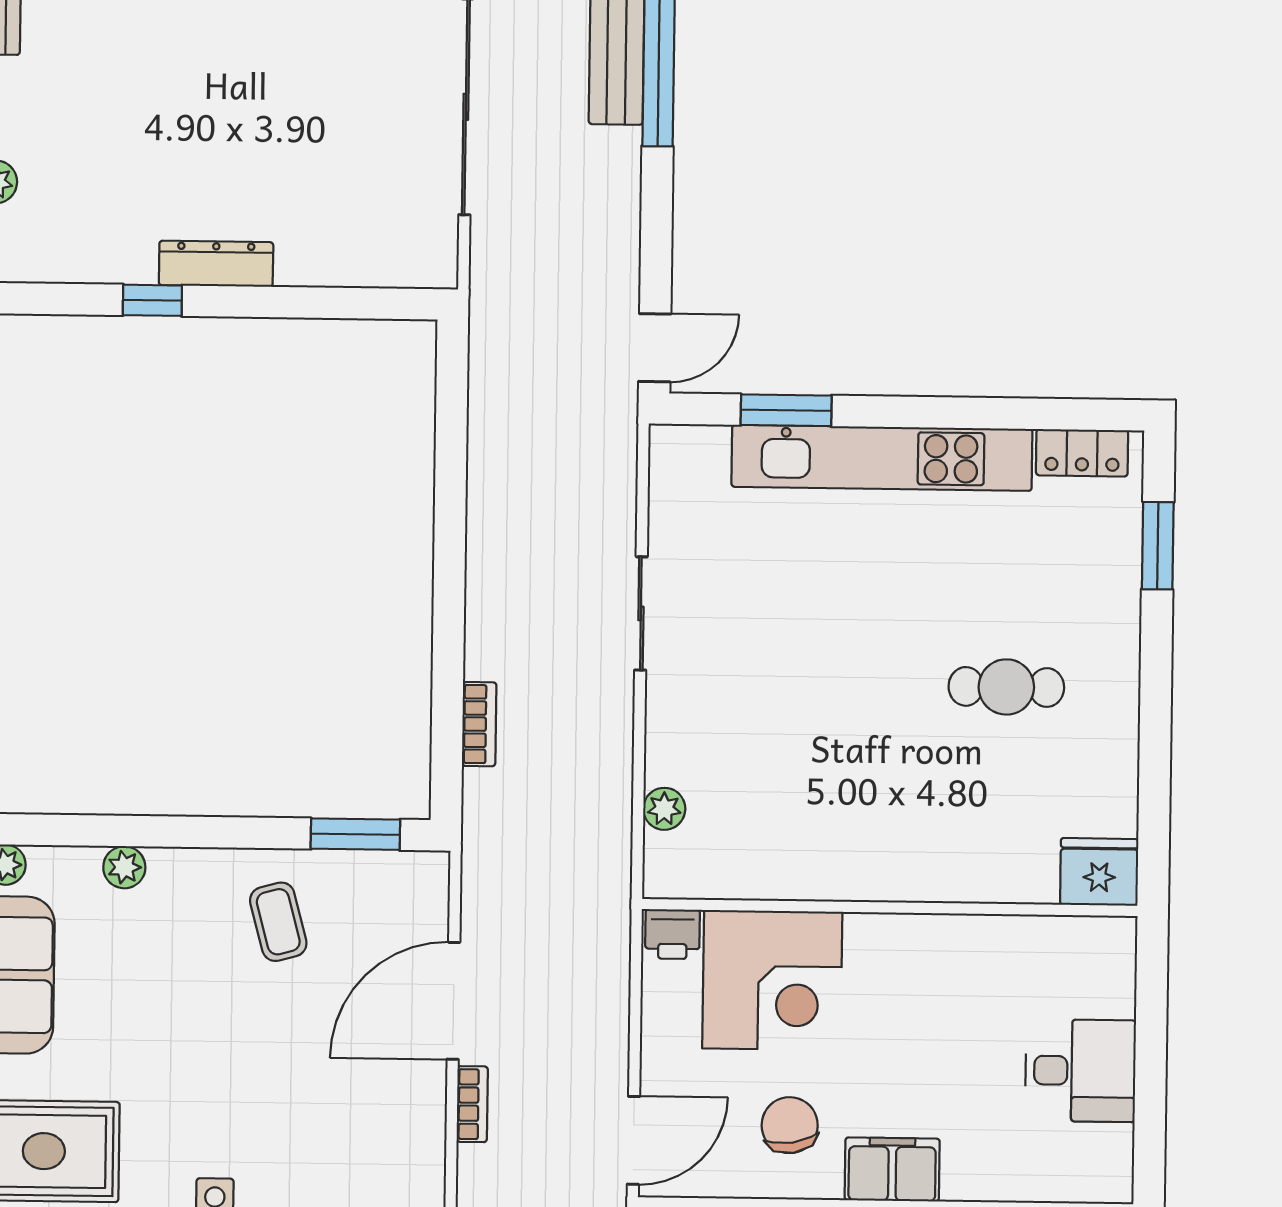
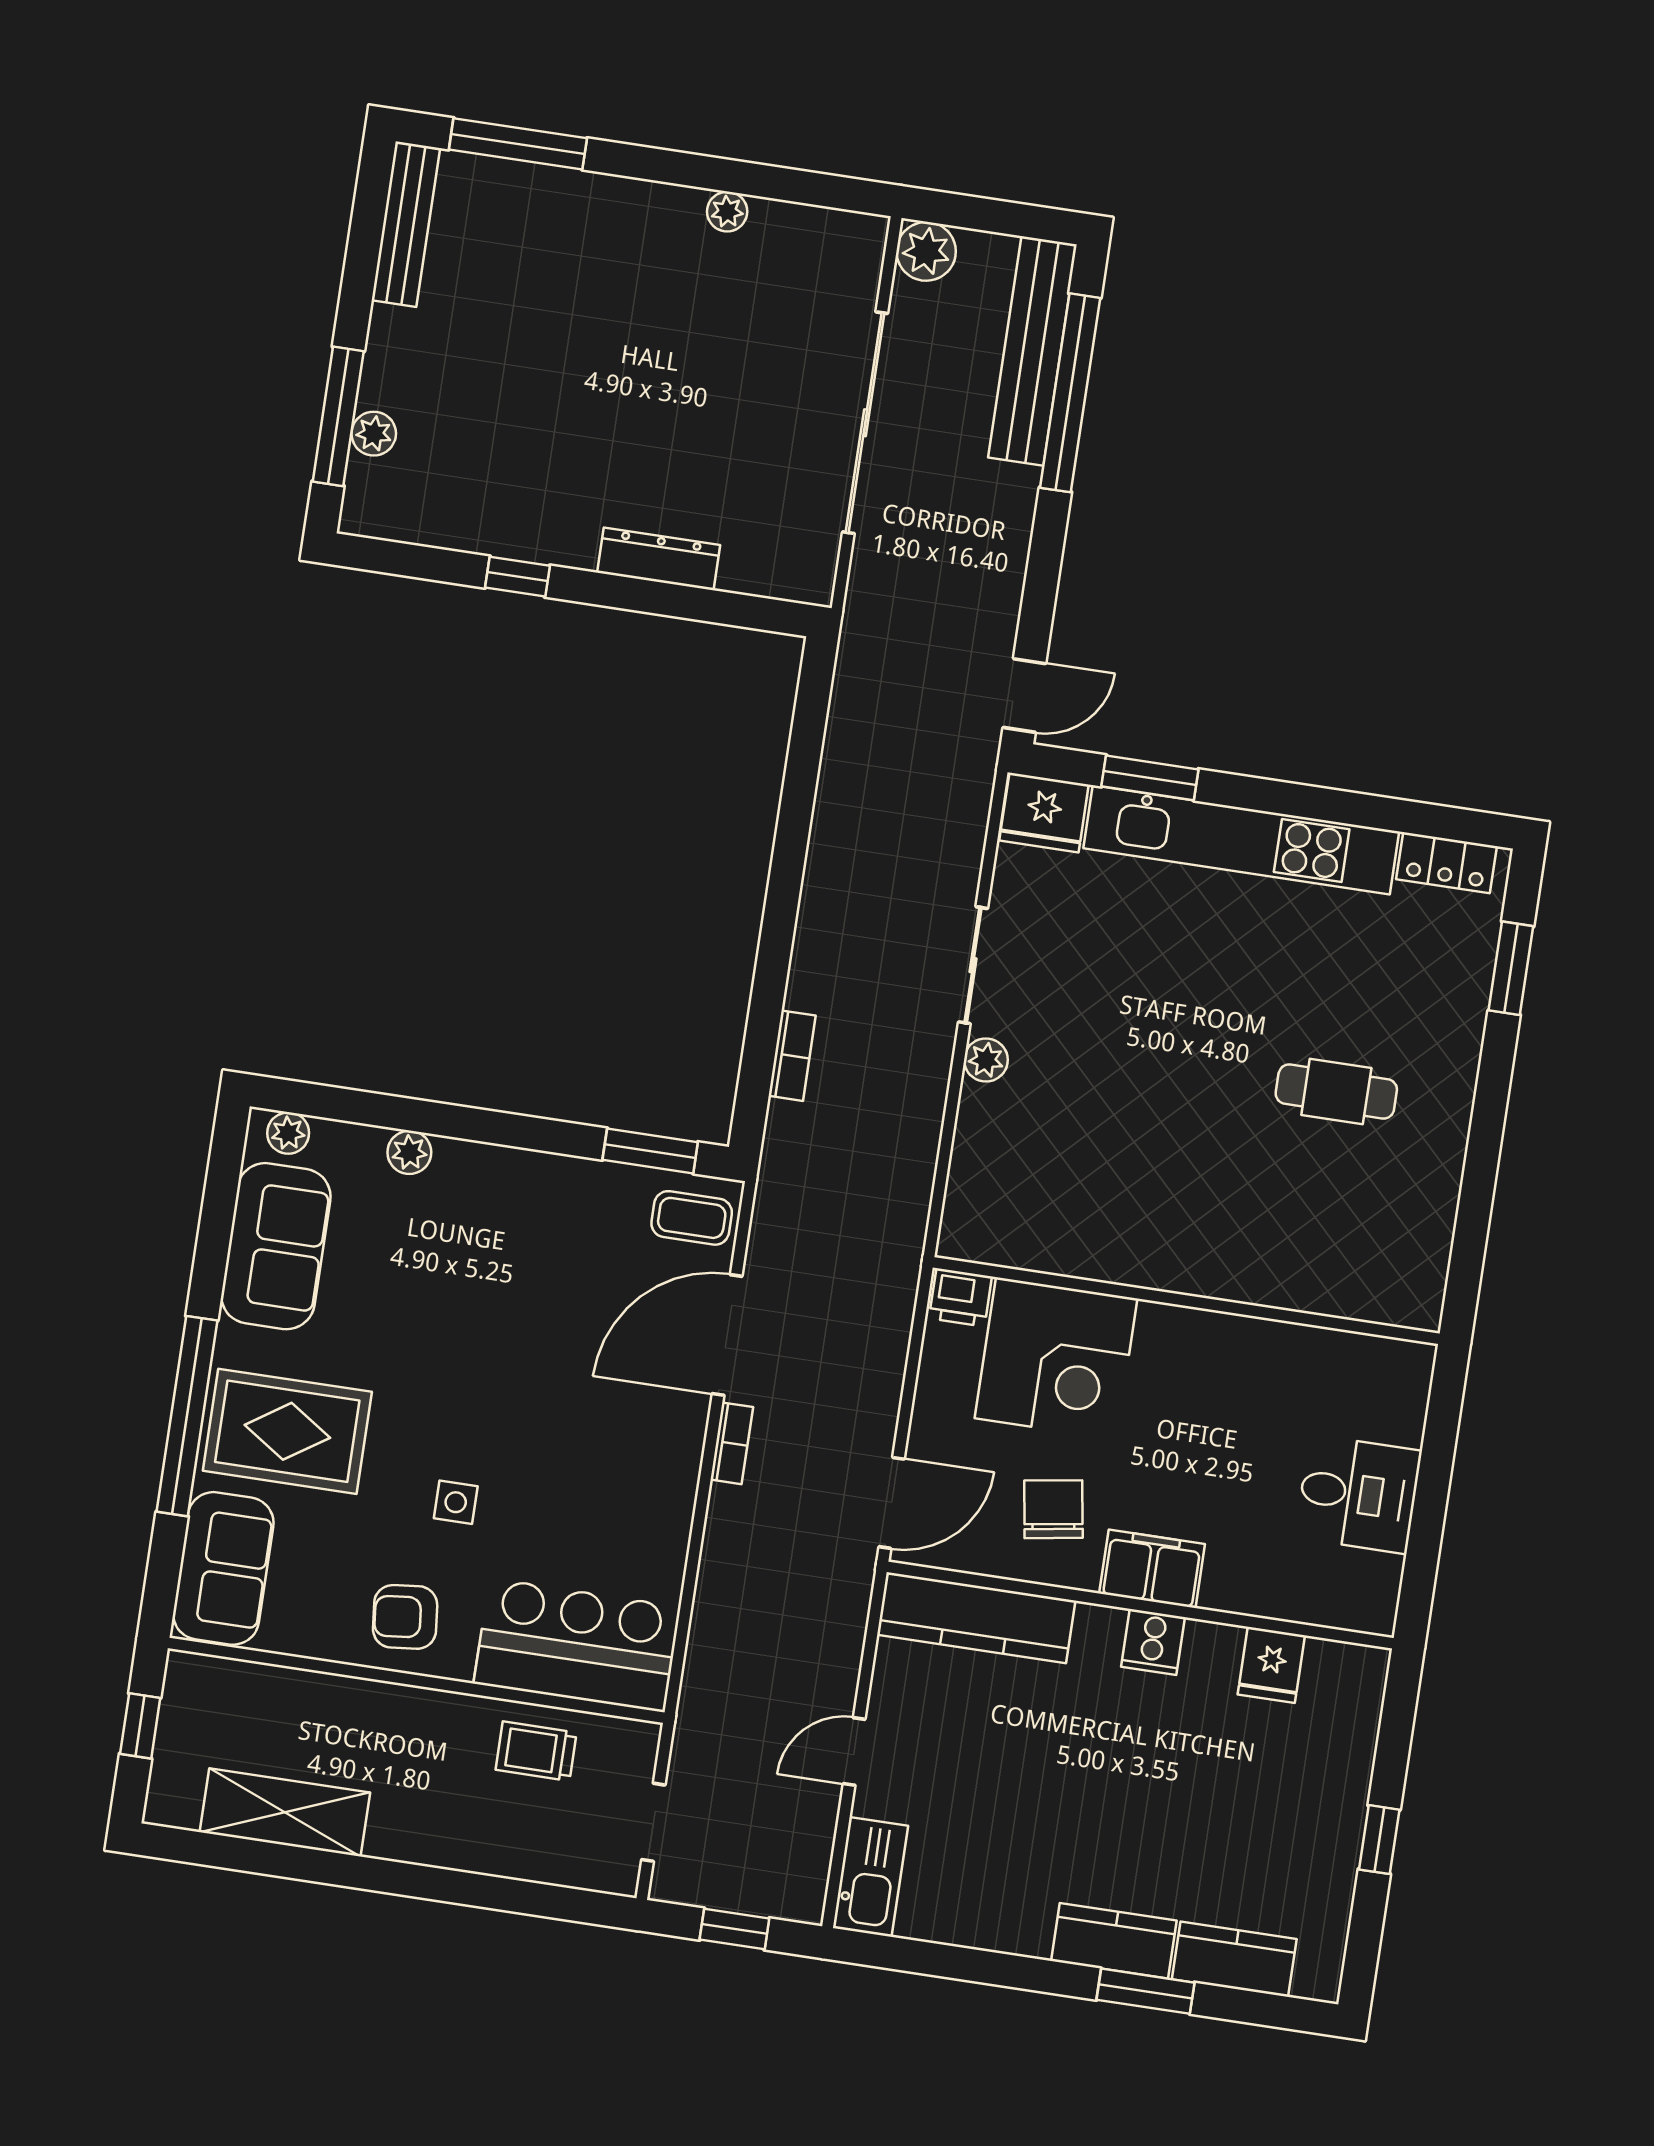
dresser: (216, 264) -> (659, 559), moved
plant: (664, 809) -> (986, 1060), moved
fridge: (1099, 872) -> (1044, 813), moved, turned 180
coffee table: (278, 922) -> (692, 1218), moved, turned -75

